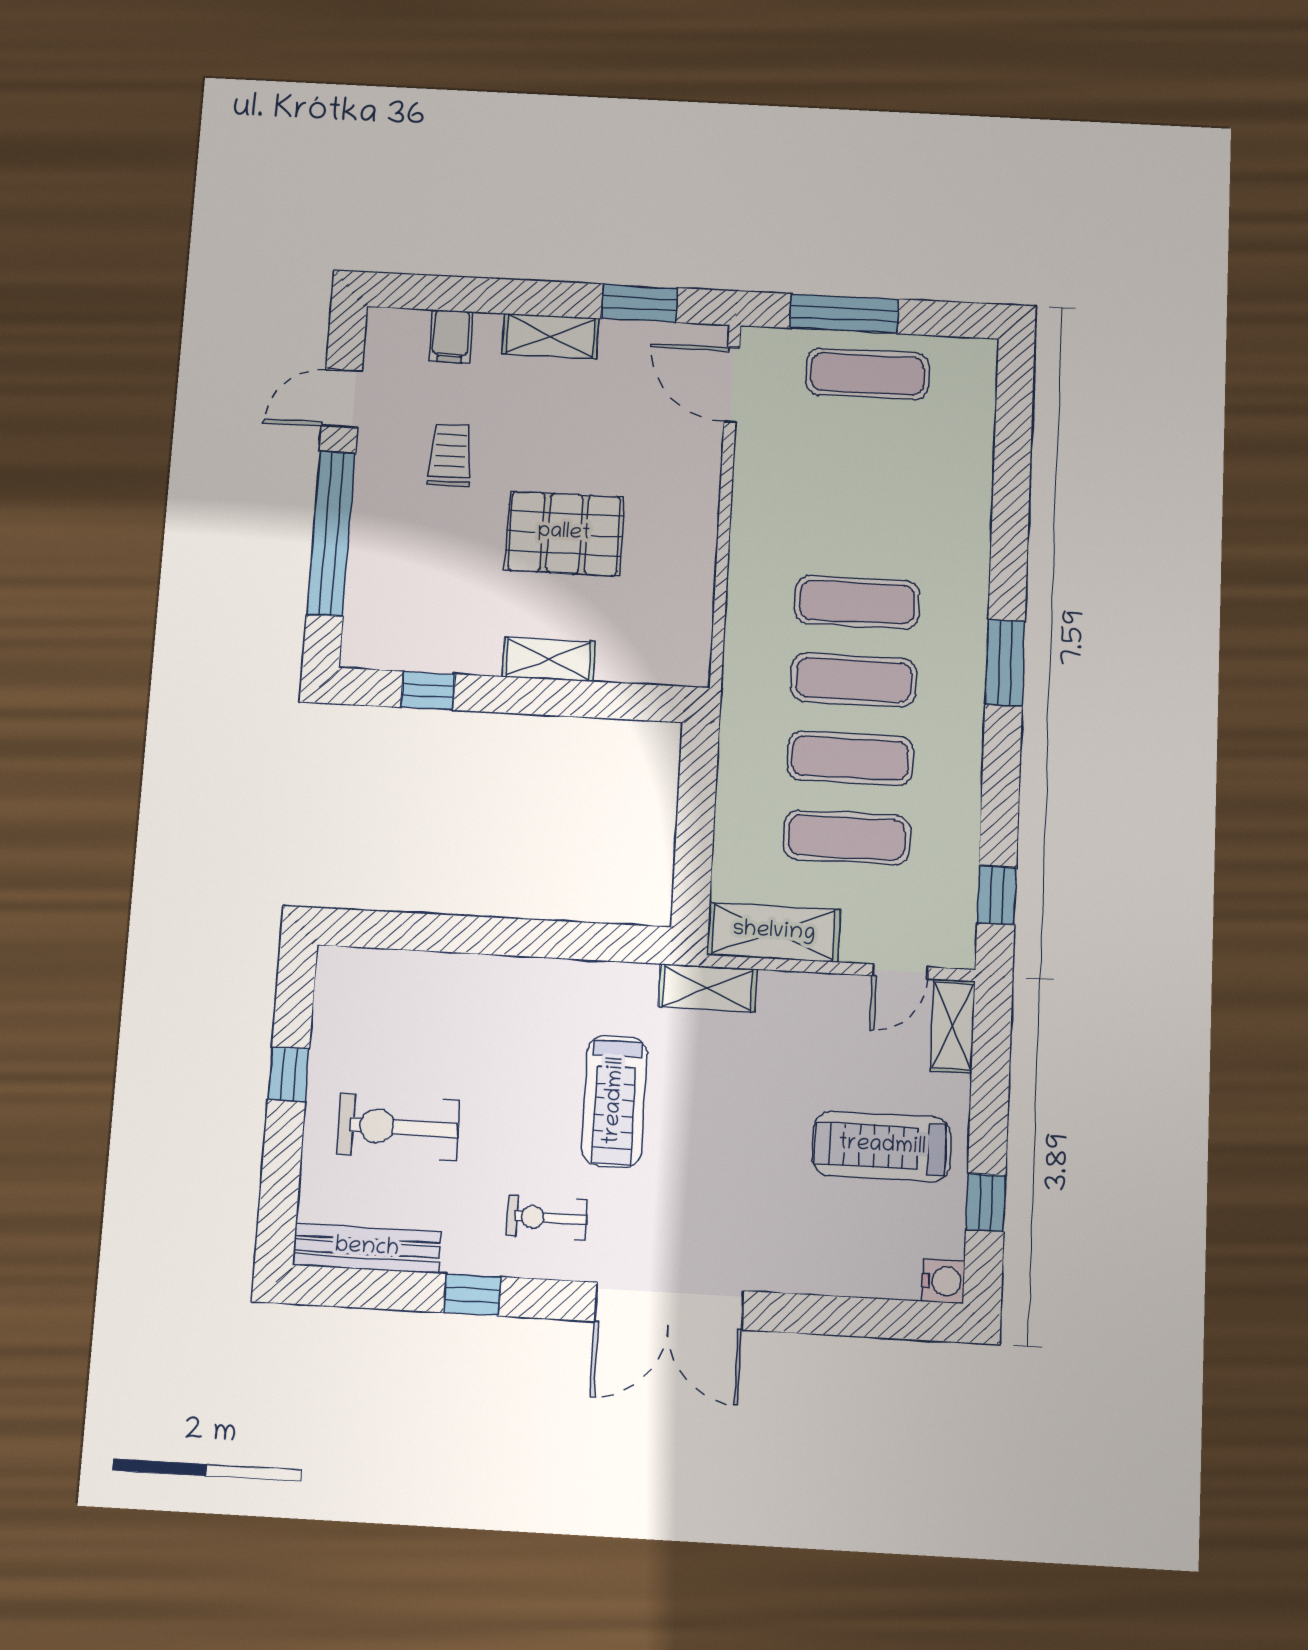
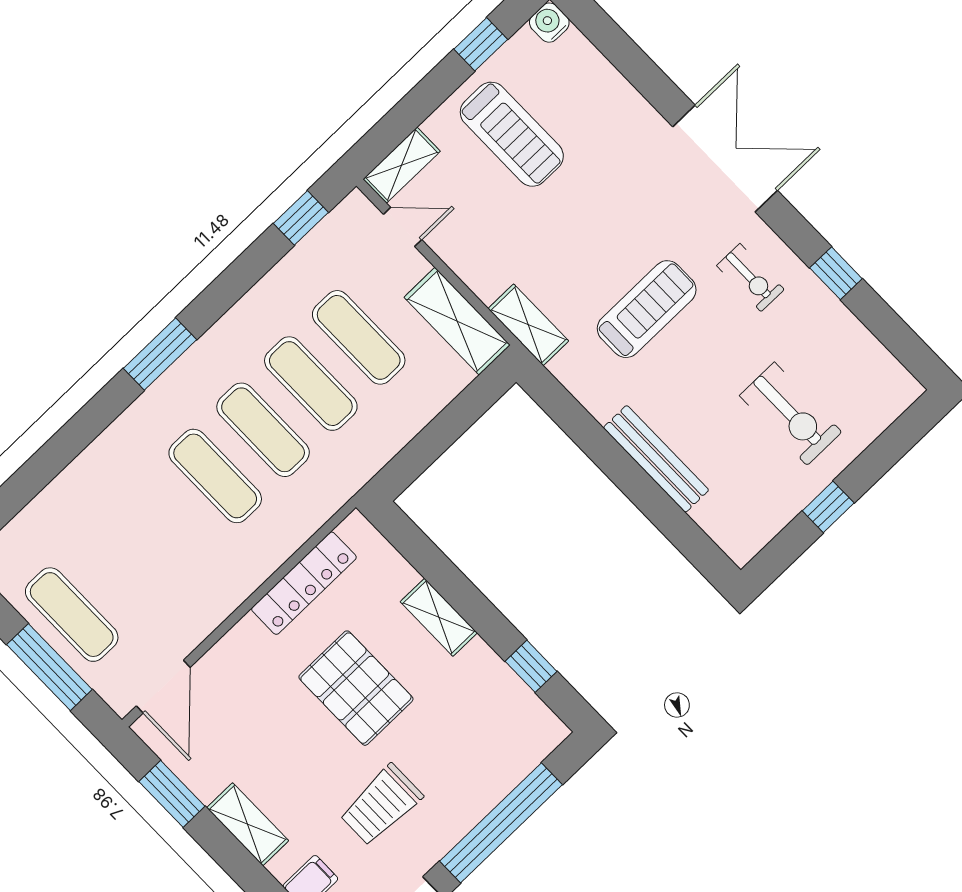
trolley: (450, 455) -> (381, 805), width x1.36, depth x1.39
locker: (694, 581) -> (304, 583), added
bench: (367, 1248) -> (656, 459), moved

